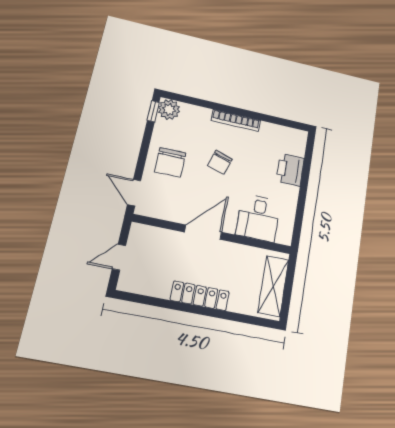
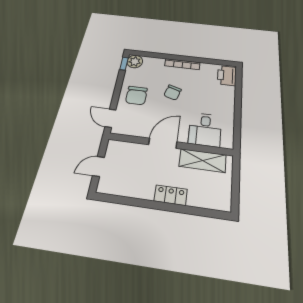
printer: (290, 170) -> (227, 76), moved
shelving: (273, 286) -> (203, 161), moved, turned 90
locker: (200, 296) -> (171, 195), width x0.66

